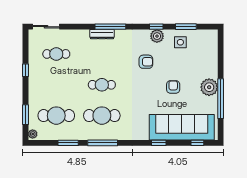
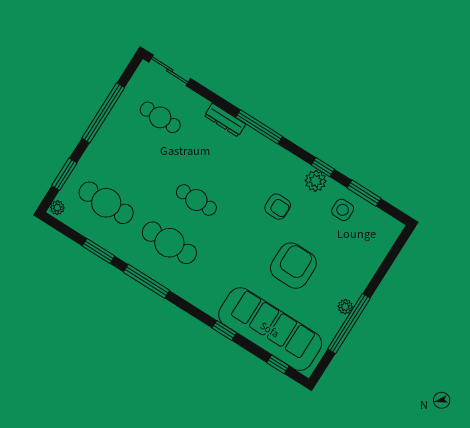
dresser: (102, 34) -> (225, 120), moved
window: (25, 70) -> (103, 113), width x3.17
armchair: (173, 87) -> (293, 266), width x1.88, depth x1.88
plant: (209, 87) -> (345, 307), width x0.53, depth x0.53

